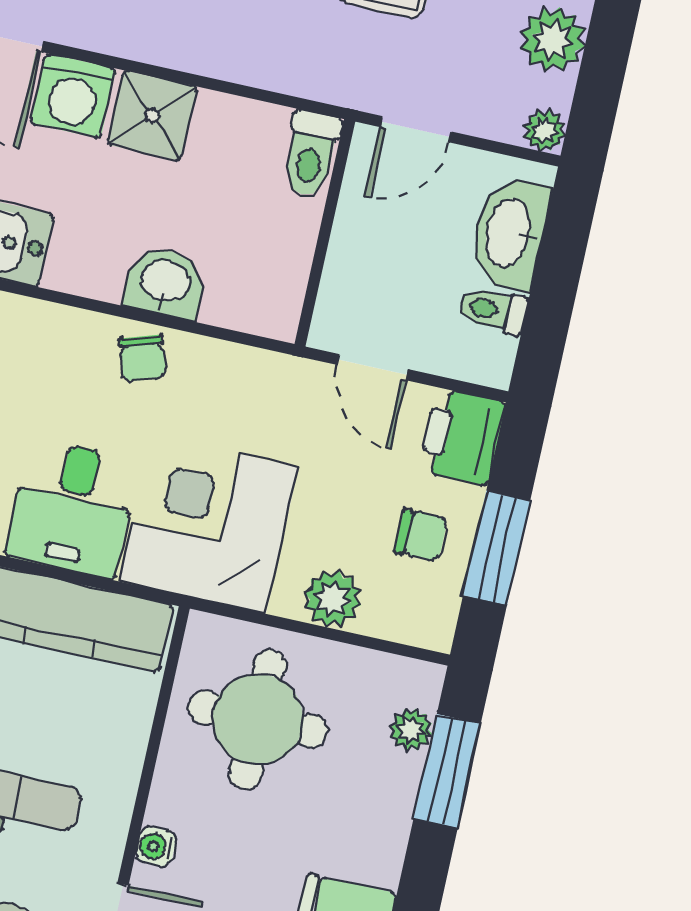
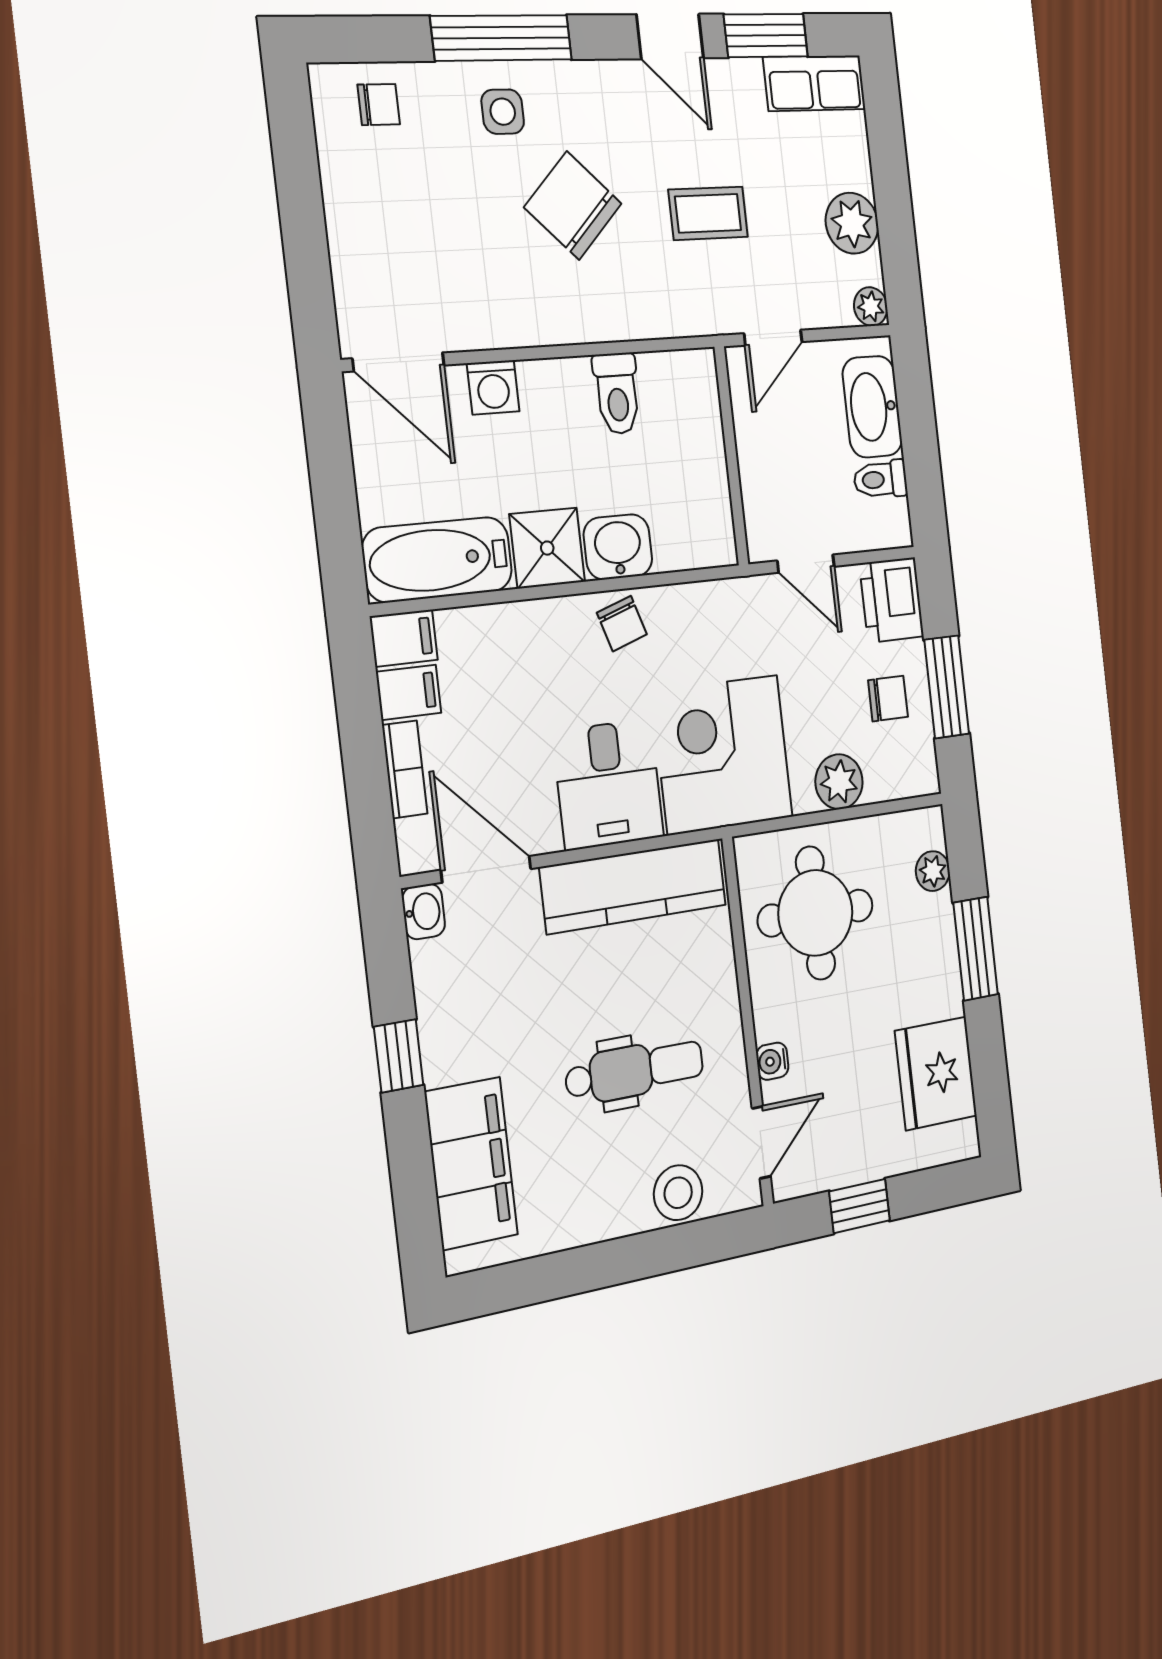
washing machine: (73, 96) -> (493, 387), width x0.73, depth x0.73
shower: (152, 116) -> (547, 548), moved
toilet: (311, 154) -> (617, 393), moved
window: (447, 771) -> (976, 949), moved

